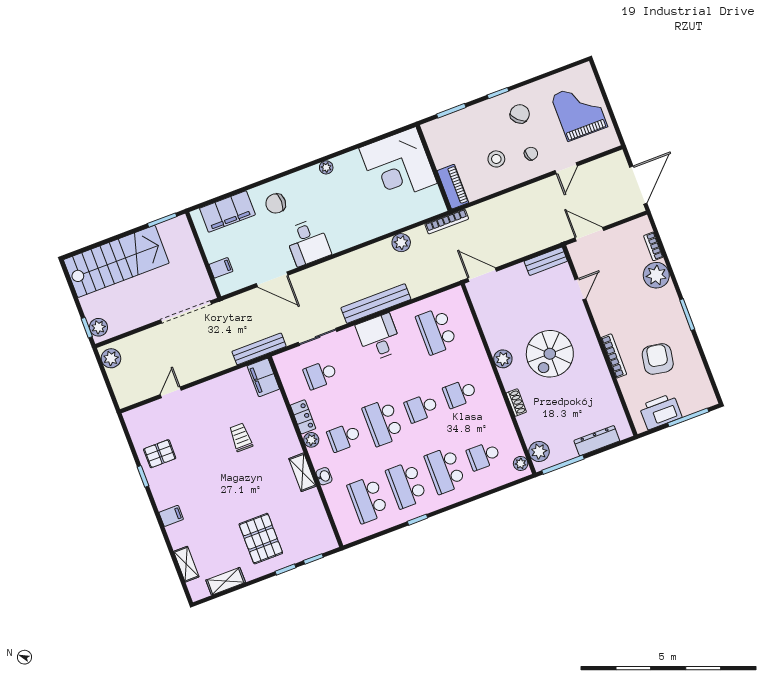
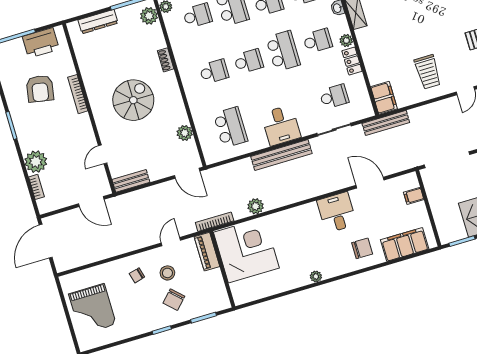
chair: (520, 114) -> (174, 300), moved
corner desk: (398, 166) -> (246, 250), moved
door: (566, 168) -> (171, 242), moved
plant: (503, 359) -> (185, 133), moved
trolley: (241, 437) -> (428, 72), moved, width x1.36, depth x1.39

